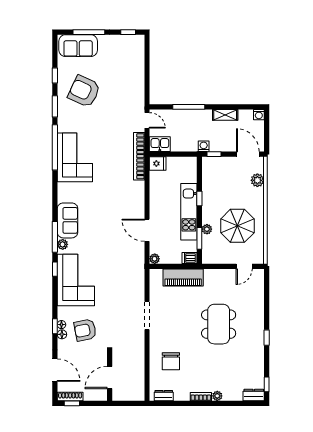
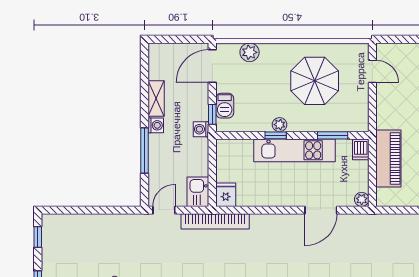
washing machine: (259, 115) -> (156, 125), moved
barbecue: (220, 163) -> (225, 106), added
plant: (207, 229) -> (280, 125), moved

